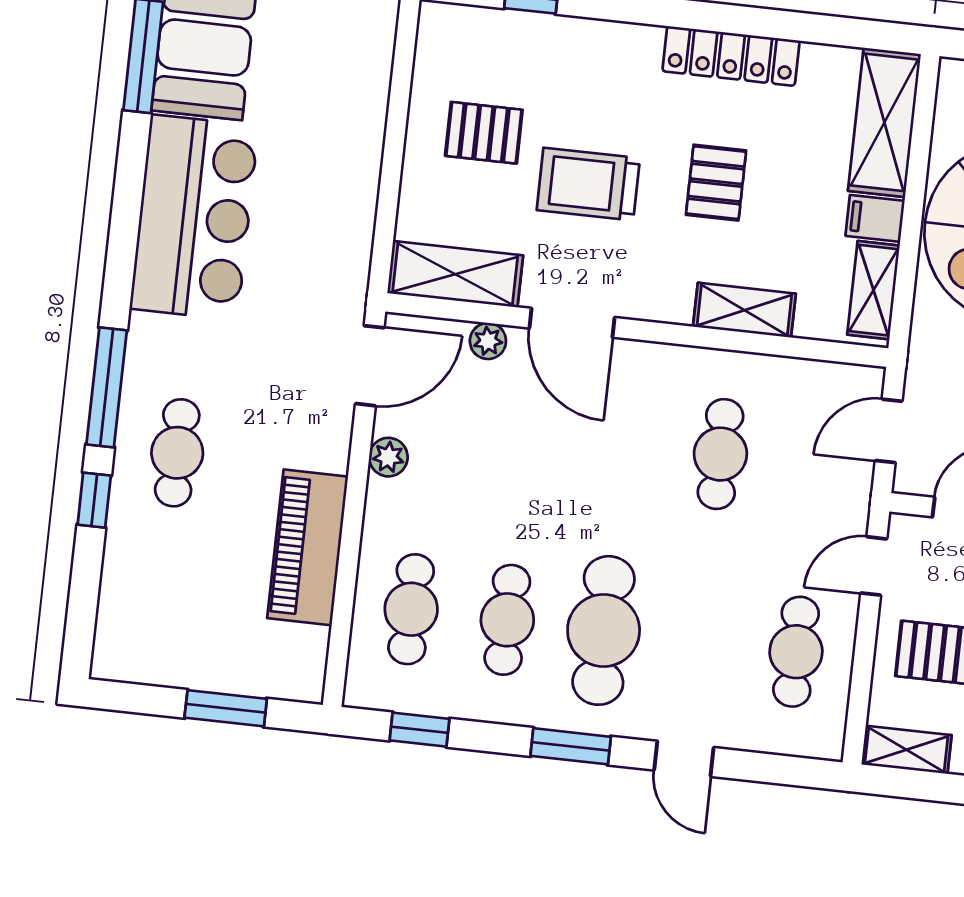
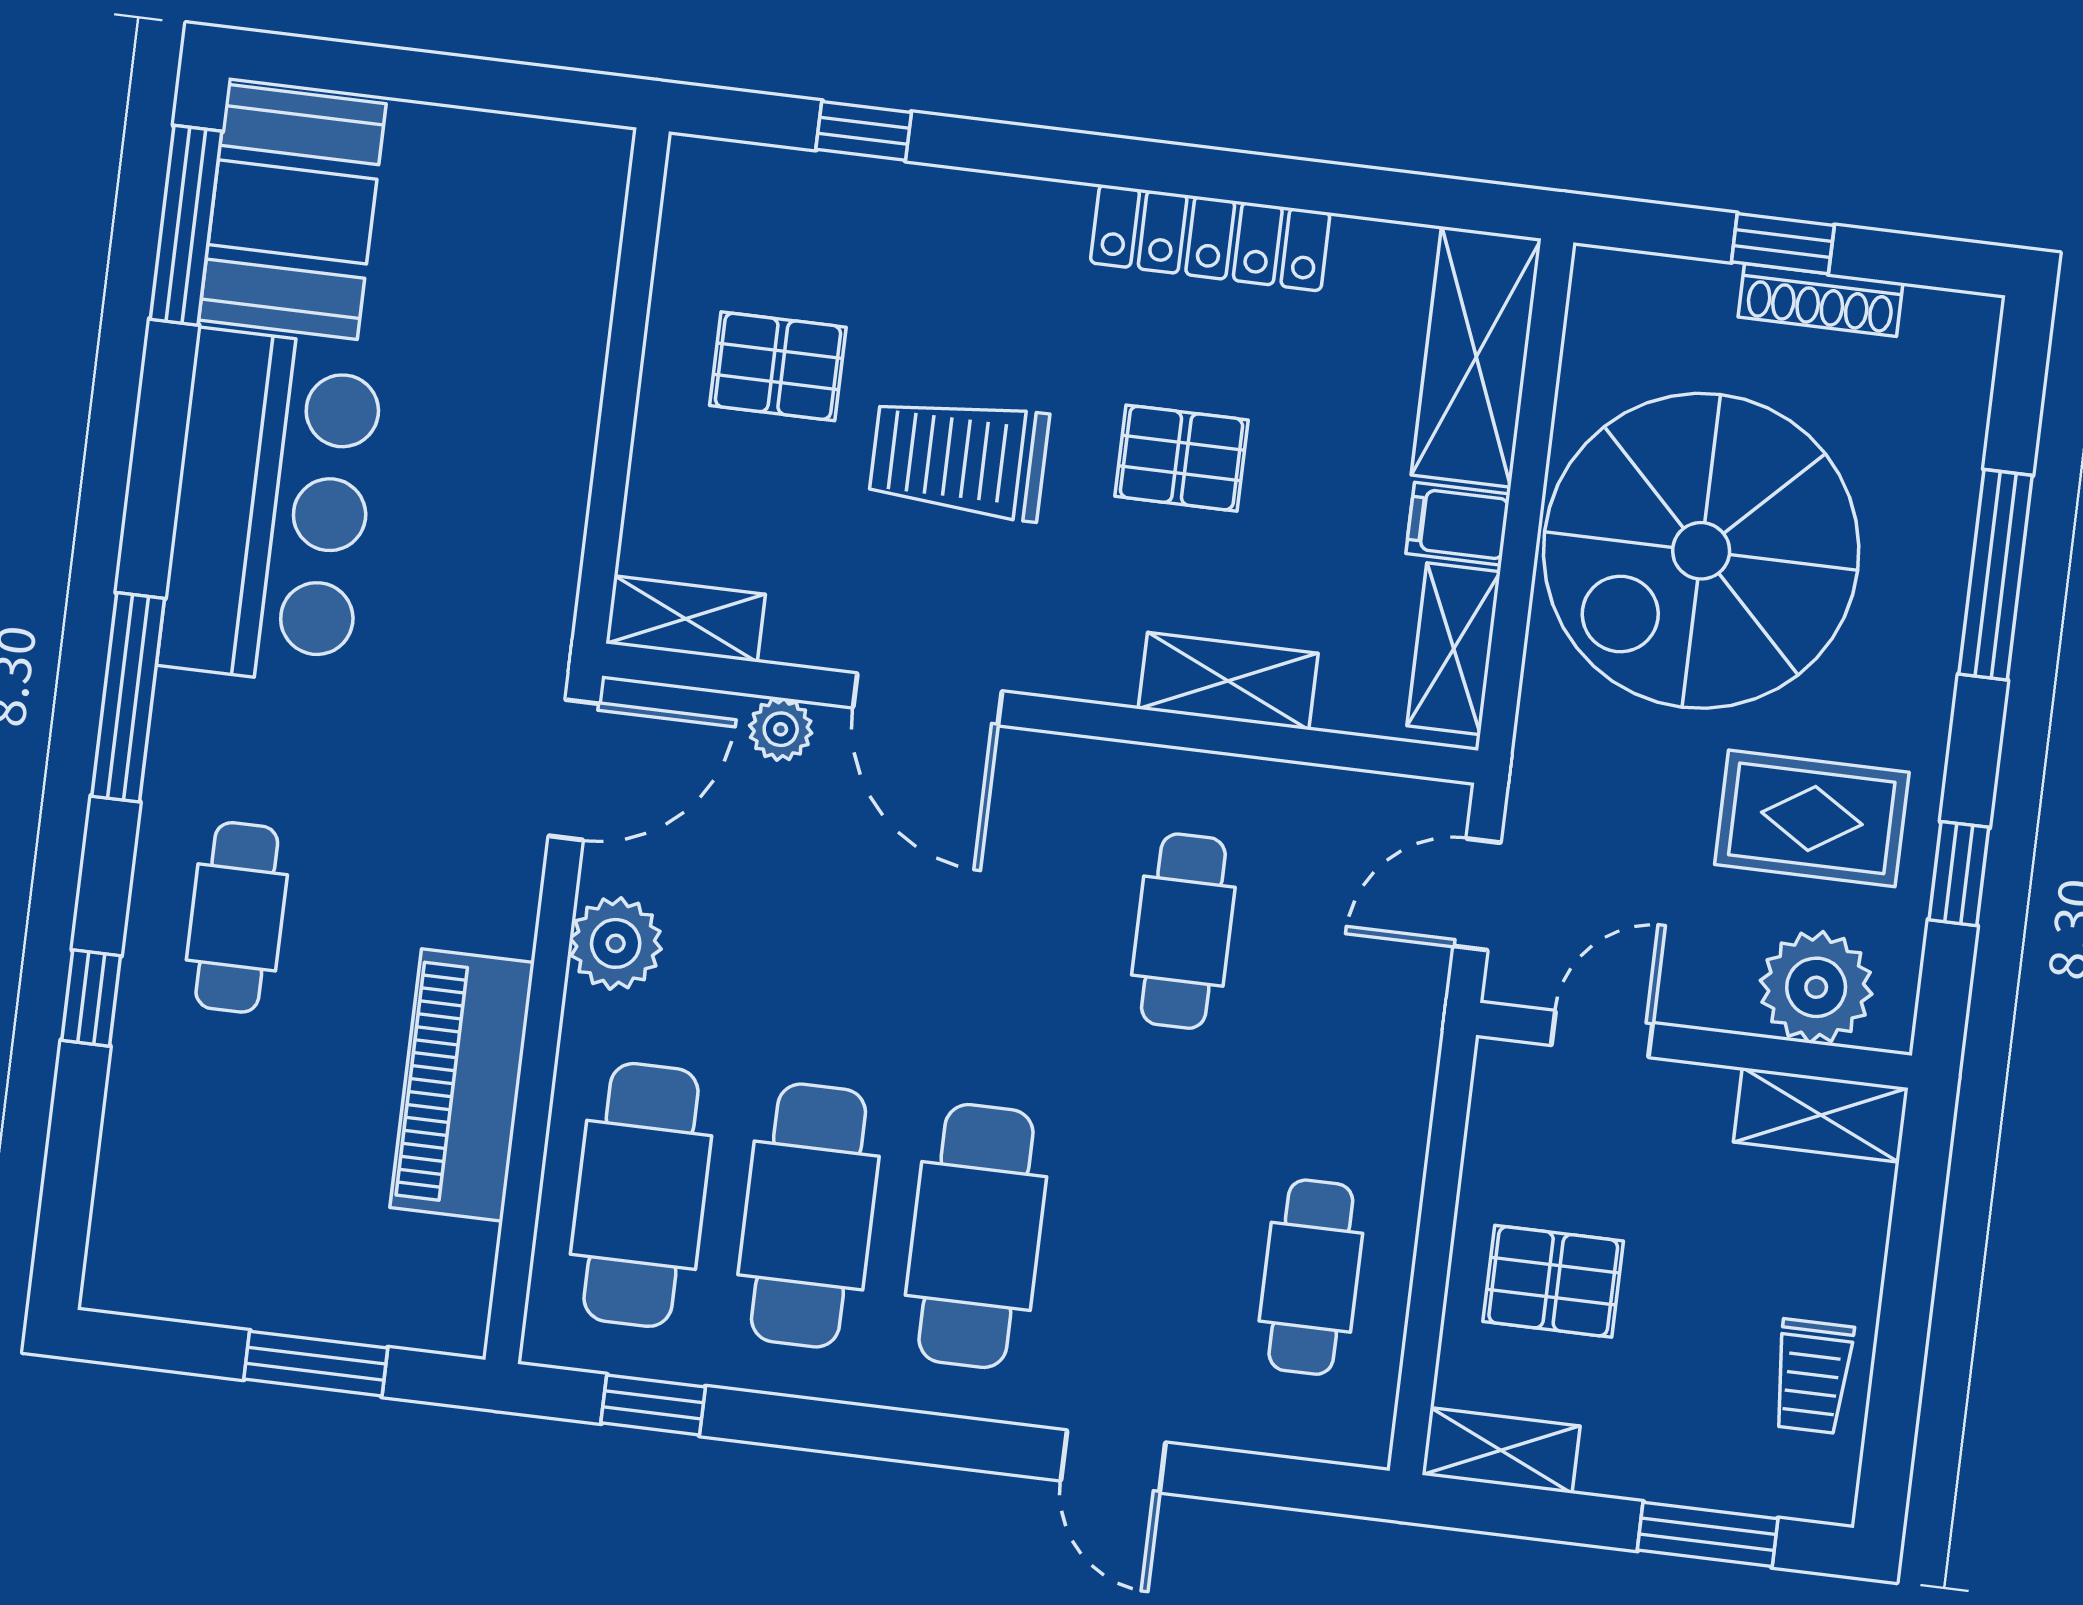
pallet: (716, 183) -> (1182, 458), turned 90
shelving: (455, 274) -> (686, 619), width x0.67, depth x0.75
window: (107, 387) -> (128, 697), moved
plant: (388, 457) -> (616, 943), width x1.38, depth x1.38
door: (874, 566) -> (1448, 1129), removed
cafe table: (411, 609) -> (641, 1195), width x1.37, depth x1.35
cafe table: (507, 620) -> (809, 1215), width x1.37, depth x1.35
window: (571, 746) -> (916, 1437), removed

